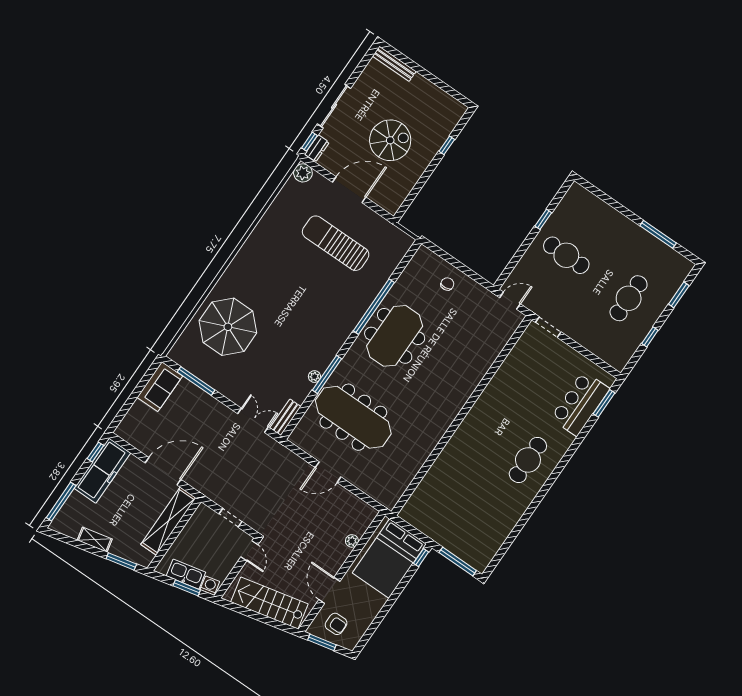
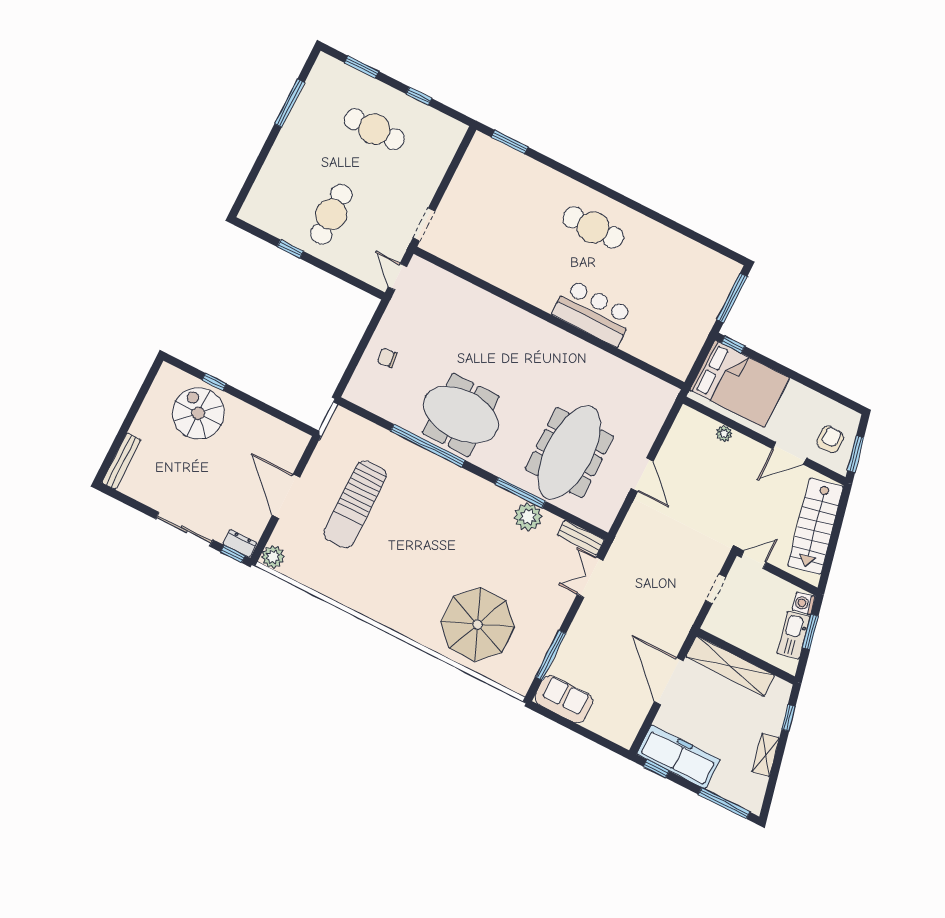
spiral stairs: (390, 140) -> (198, 413), moved
plant: (314, 377) -> (528, 517), width x1.87, depth x1.87
bar counter: (580, 404) -> (593, 313), moved, turned 180
window: (121, 561) -> (789, 718), width x0.67

